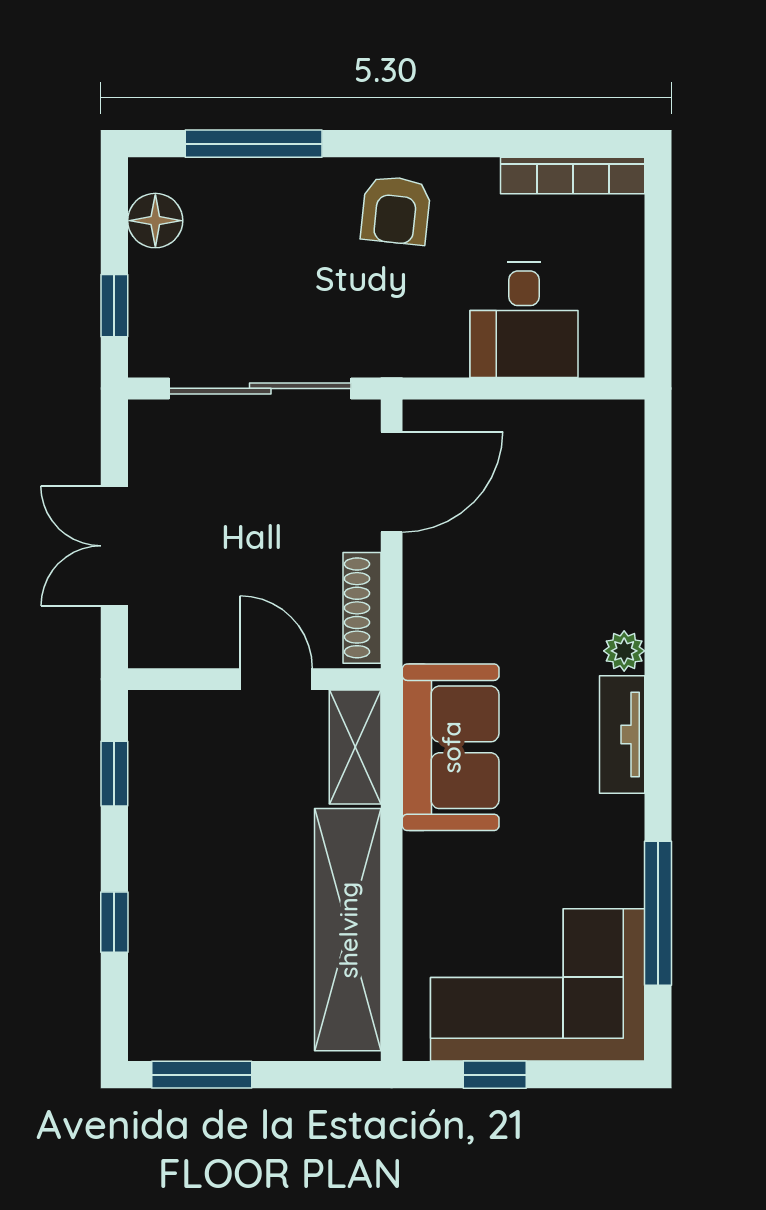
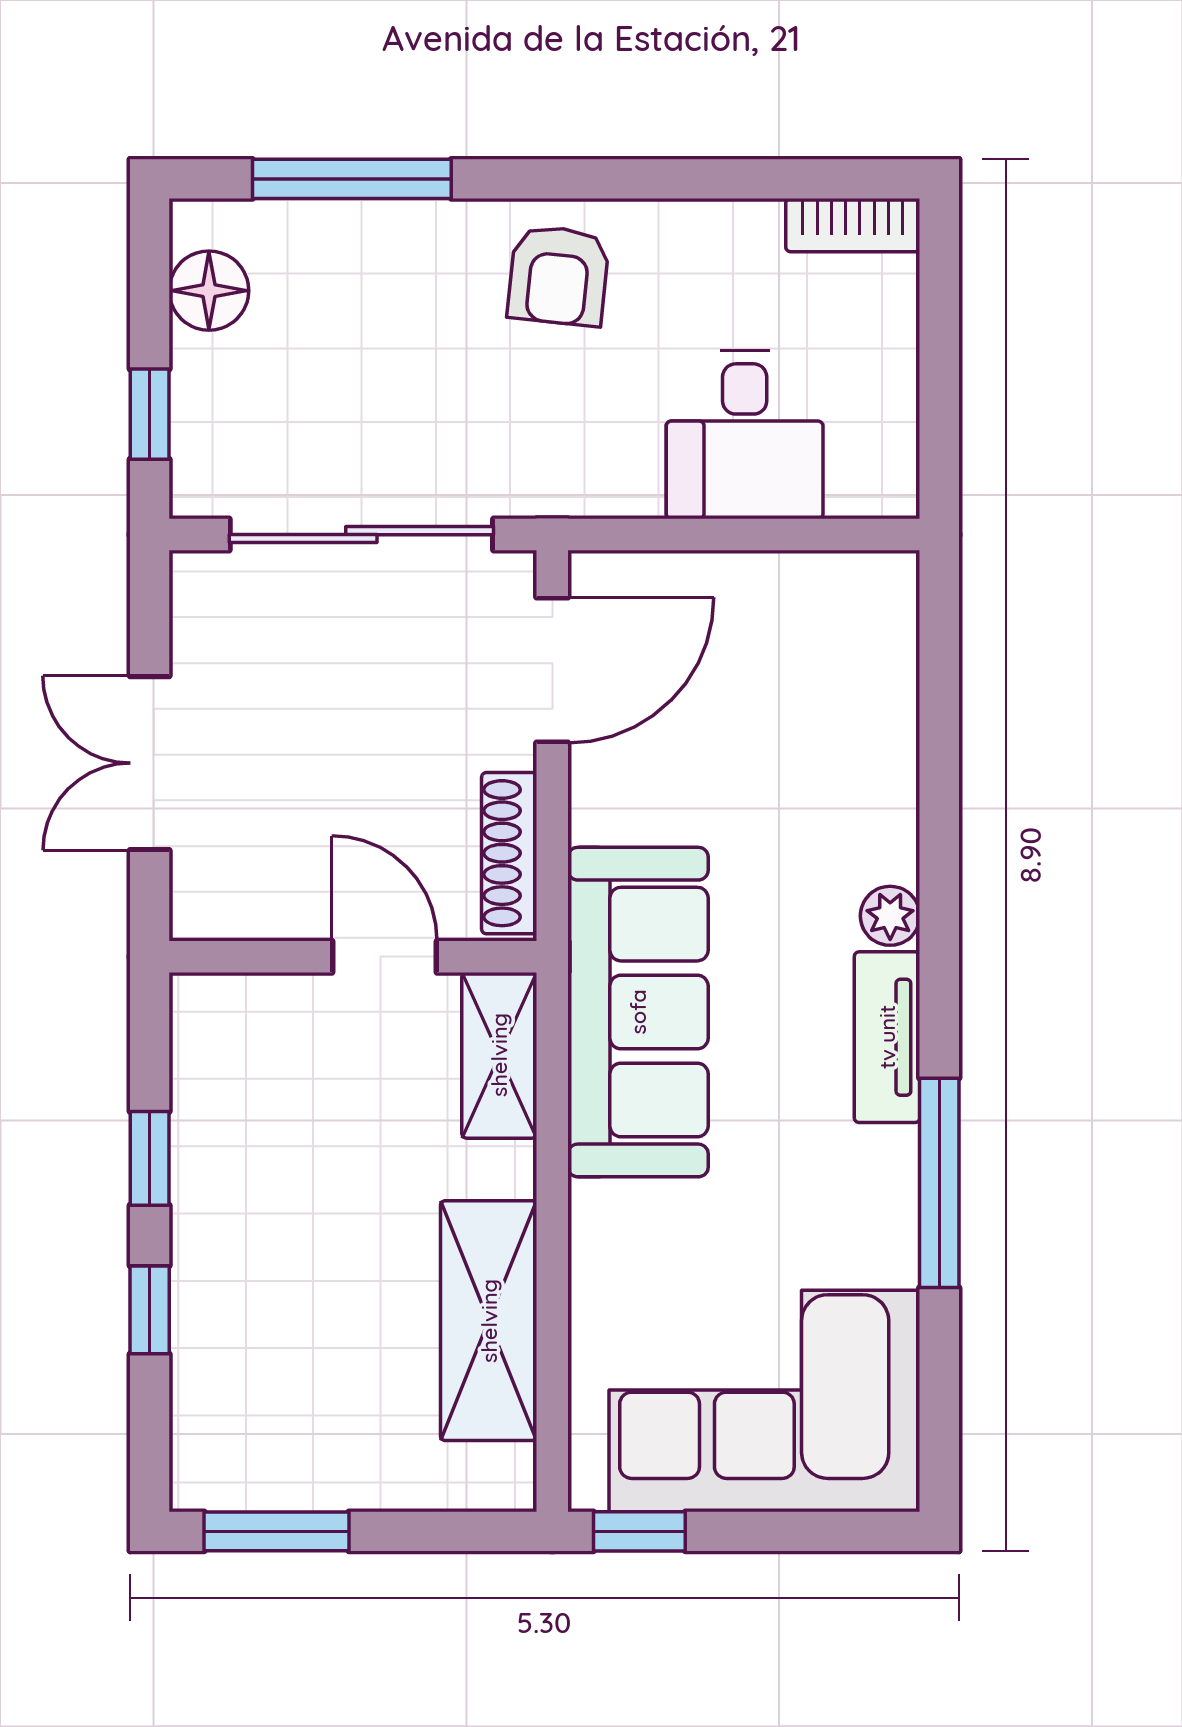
bookcase: (573, 176) -> (853, 225), width x0.64
sofa: (451, 747) -> (638, 1012), width x1.36
window: (114, 774) -> (150, 1158), moved
window: (658, 913) -> (939, 1183), moved
shelving: (348, 930) -> (489, 1321), width x0.68
window: (495, 1075) -> (639, 1531), moved

